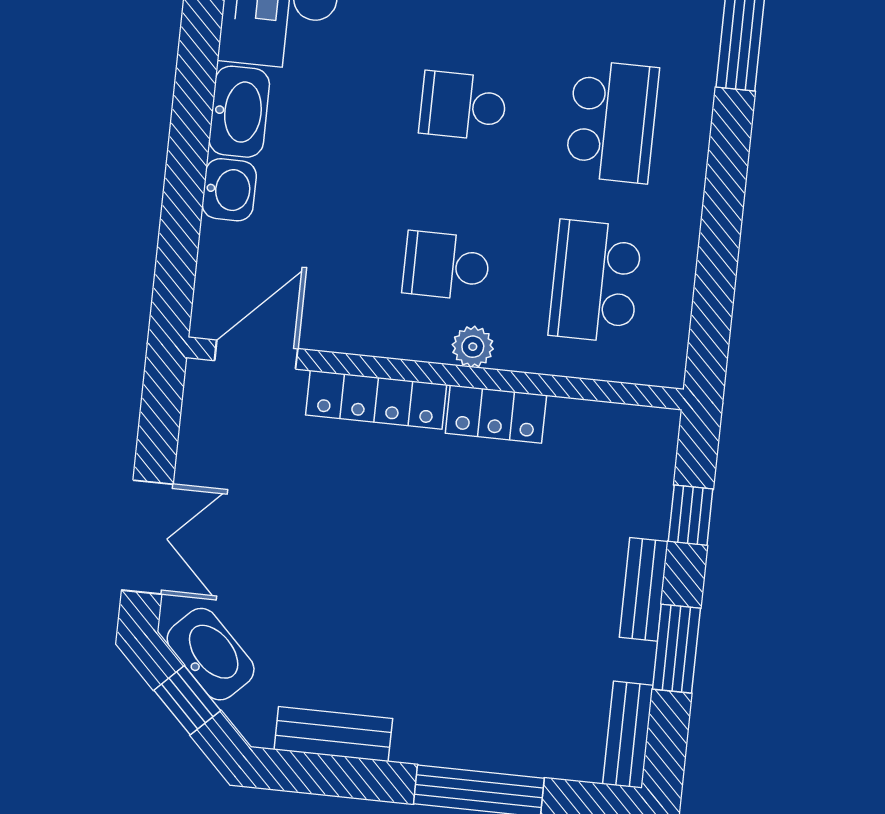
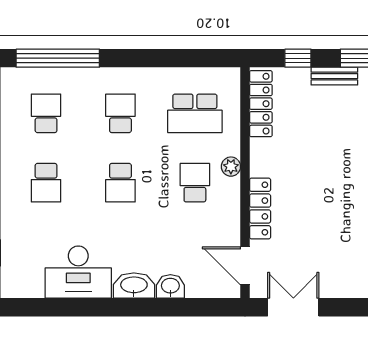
school desk: (612, 122) -> (120, 113), width x0.54
school desk: (446, 266) -> (195, 183), turned 180
locker: (496, 414) -> (261, 104), moved, width x1.53
double door: (147, 537) -> (293, 307), moved

